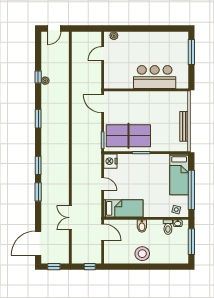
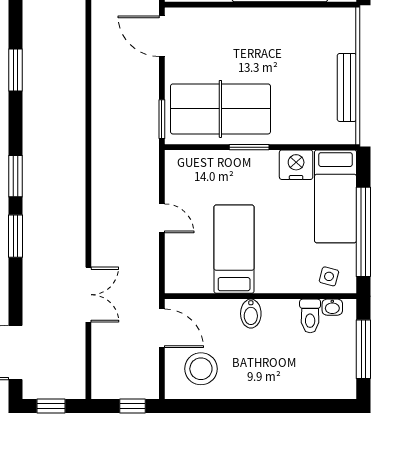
nightstand: (110, 161) -> (296, 165), moved, turned 90
bed: (123, 208) -> (234, 249), moved, turned -90
double door: (70, 218) -> (88, 295), swing flipped
stool: (142, 254) -> (201, 369), moved

